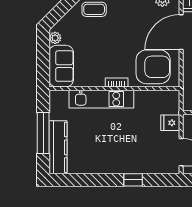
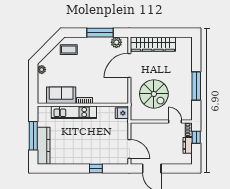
sofa: (61, 66) -> (61, 95), moved, turned -90
armchair: (153, 67) -> (110, 90), removed
fridge: (170, 123) -> (122, 113), moved

